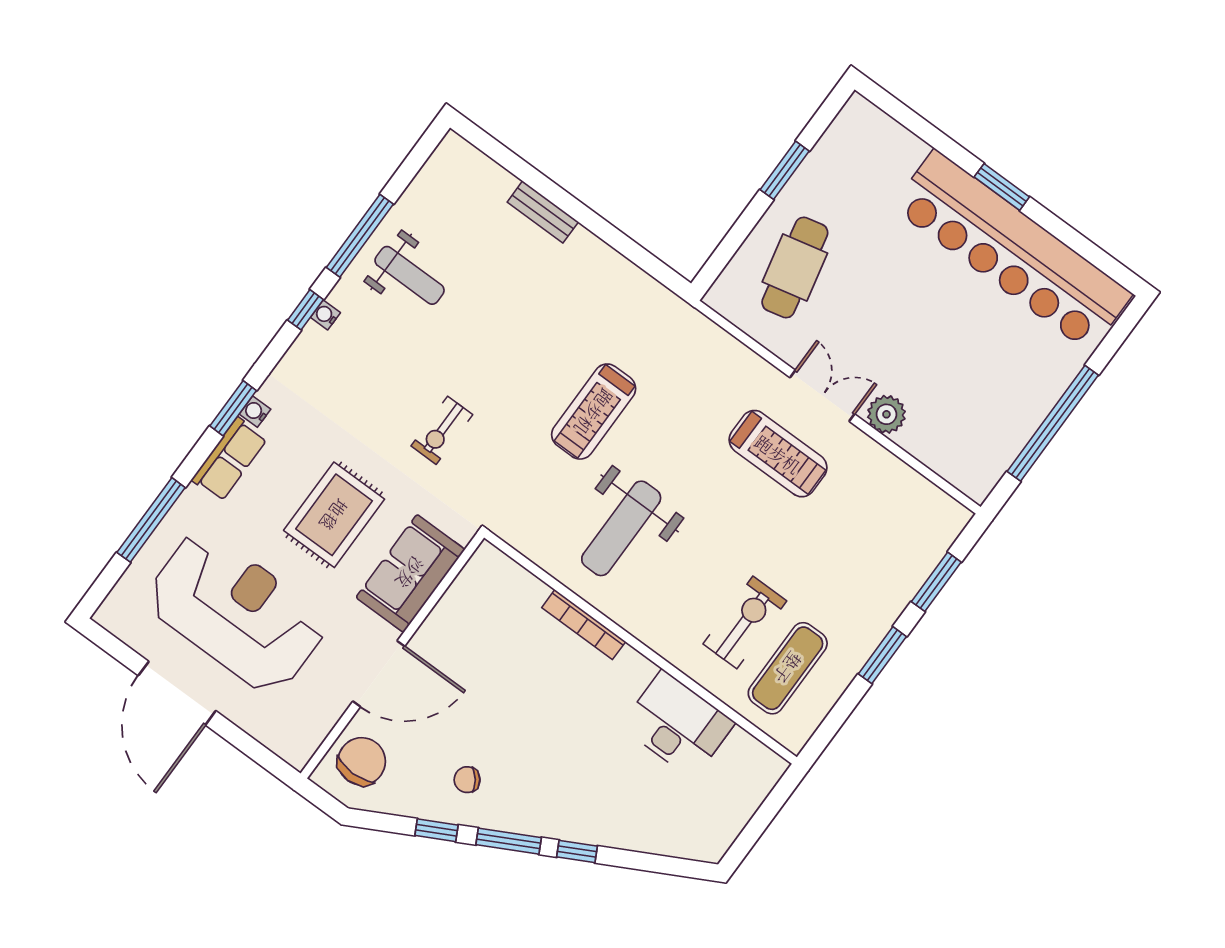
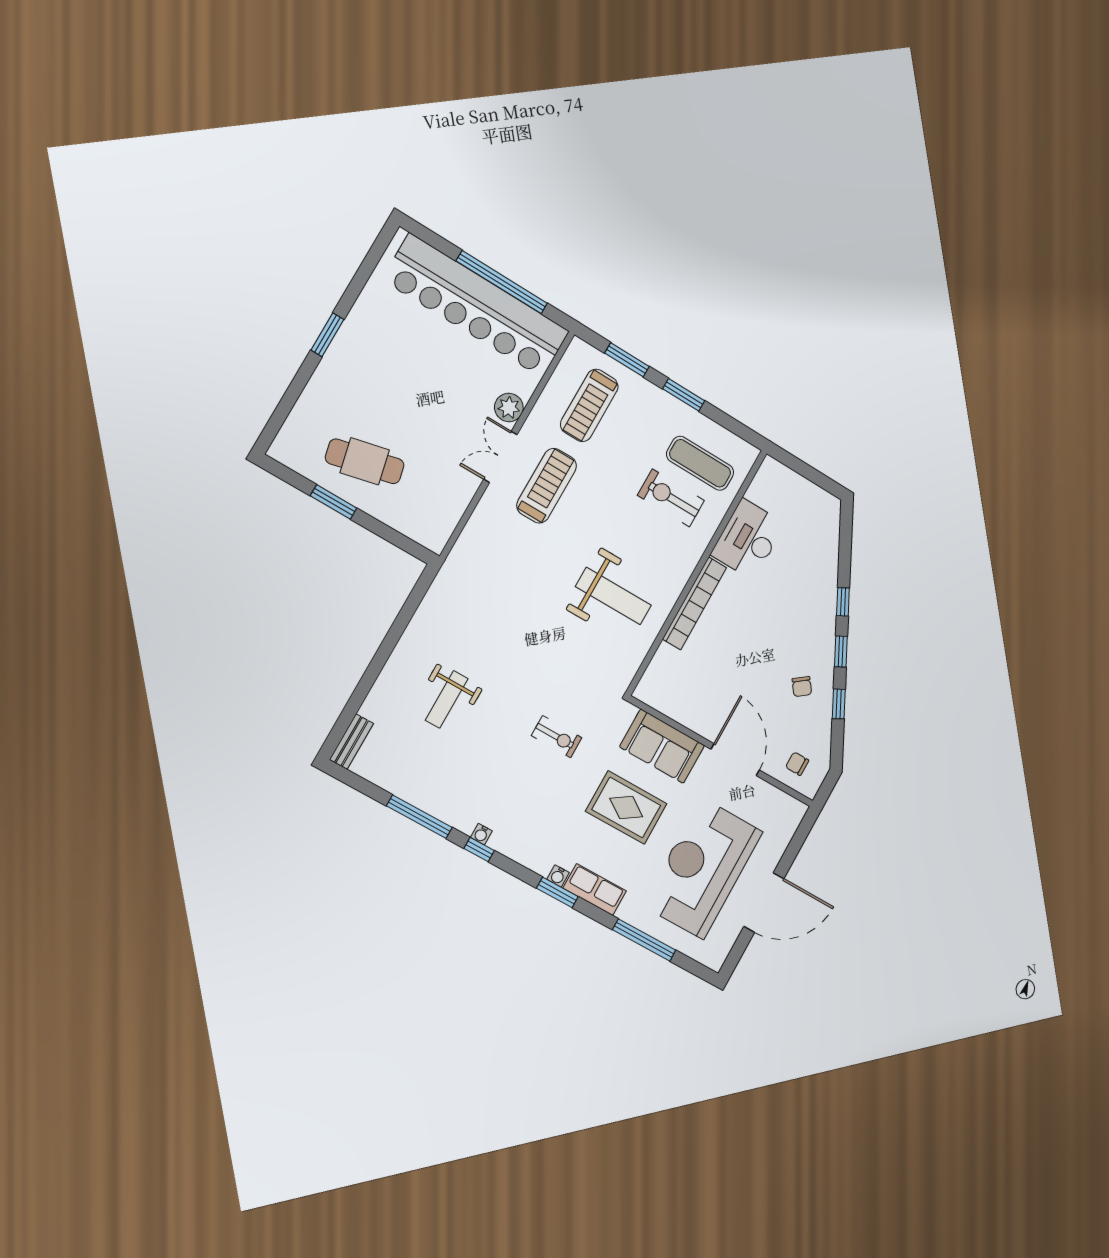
bench: (543, 212) -> (351, 742), moved
bar counter: (1012, 251) -> (476, 306), moved, turned 90
cafe table: (795, 267) -> (365, 461), moved
weight bench: (410, 275) -> (447, 699), moved, turned 180
treadmill: (594, 412) -> (589, 405), moved, turned 90
bookcase: (584, 625) -> (695, 603), width x1.48, depth x1.31
chair: (362, 761) -> (797, 764), width x0.54, depth x0.54
window: (509, 841) -> (841, 652), width x0.67

